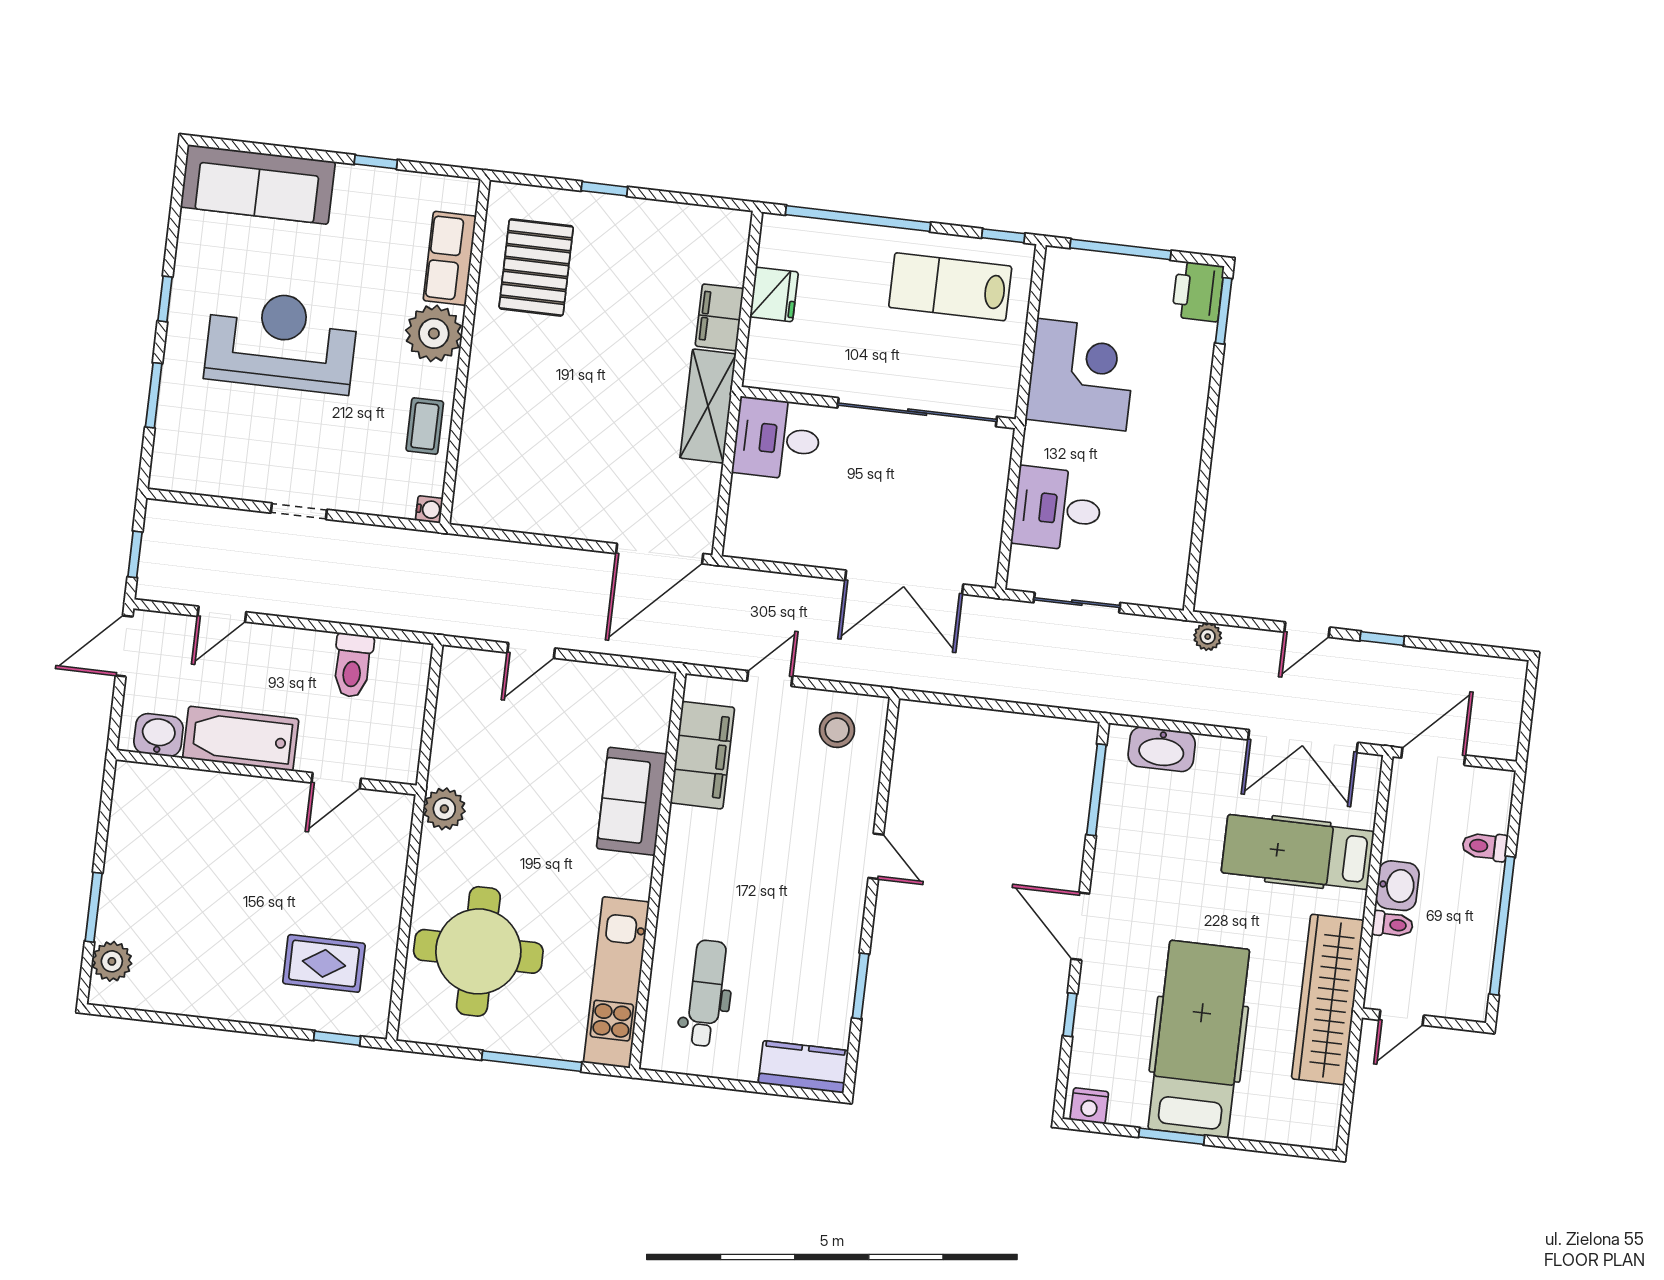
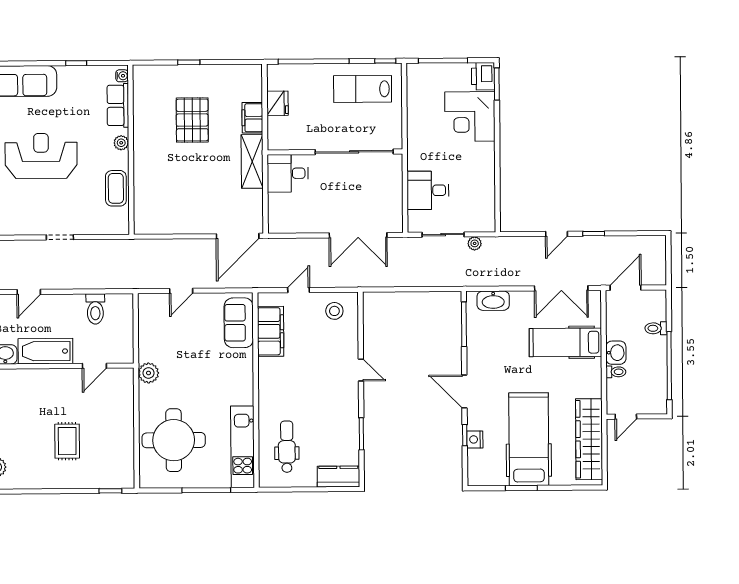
pallet: (536, 267) -> (192, 120), moved
plant: (434, 333) -> (121, 143), width x0.53, depth x0.53
corner desk: (1081, 375) -> (470, 116), moved, turned 180
coffee table: (425, 426) -> (116, 188), width x1.36, depth x1.30
water cooler: (429, 509) -> (122, 76), moved
plant: (1208, 637) -> (475, 243), moved
sofa: (632, 801) -> (239, 323), moved
rug: (324, 963) -> (67, 441), moved, turned 90
wardrobe: (1328, 999) -> (589, 439), moved
nightstand: (1089, 1106) -> (475, 439), moved, turned 90

